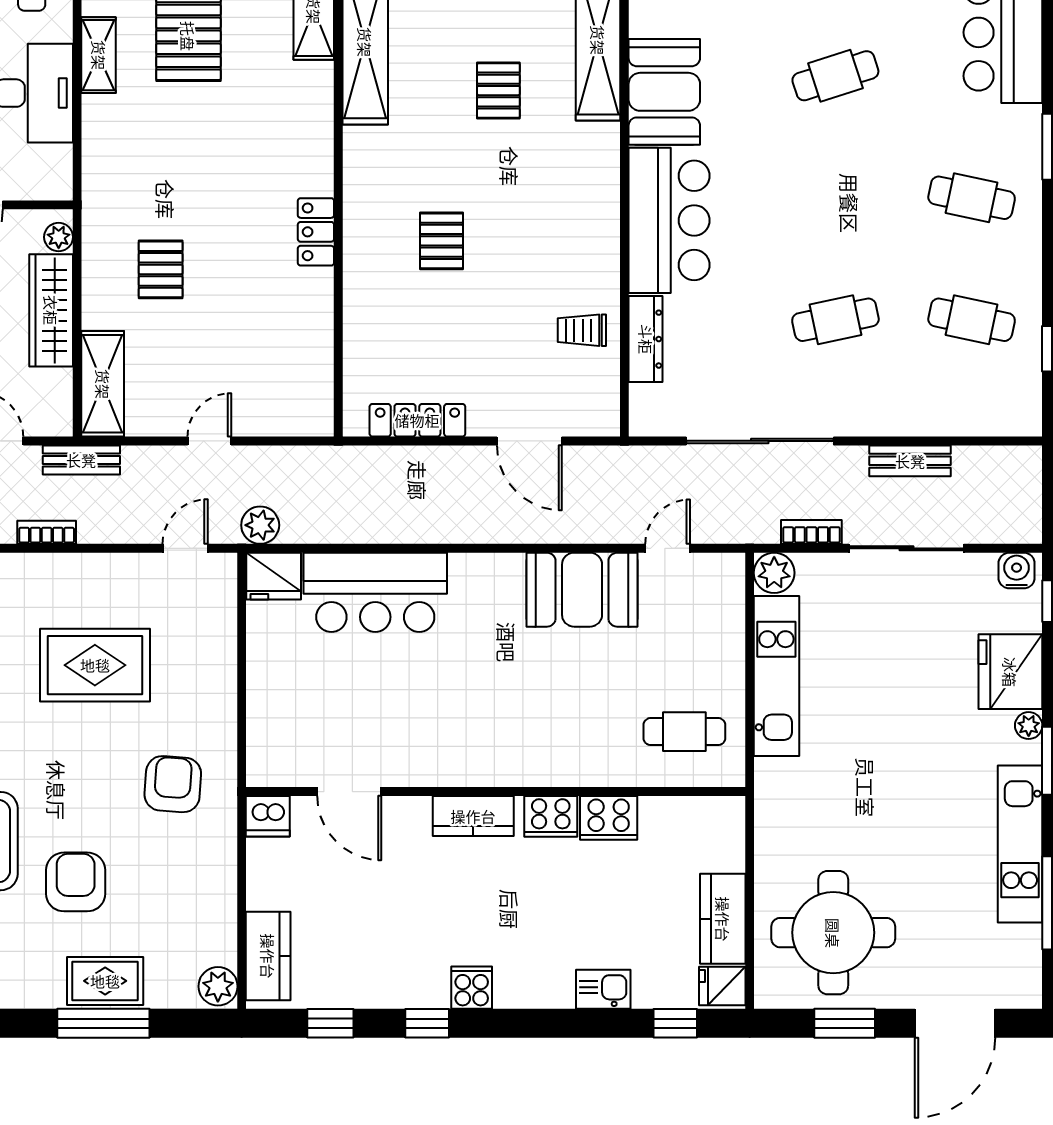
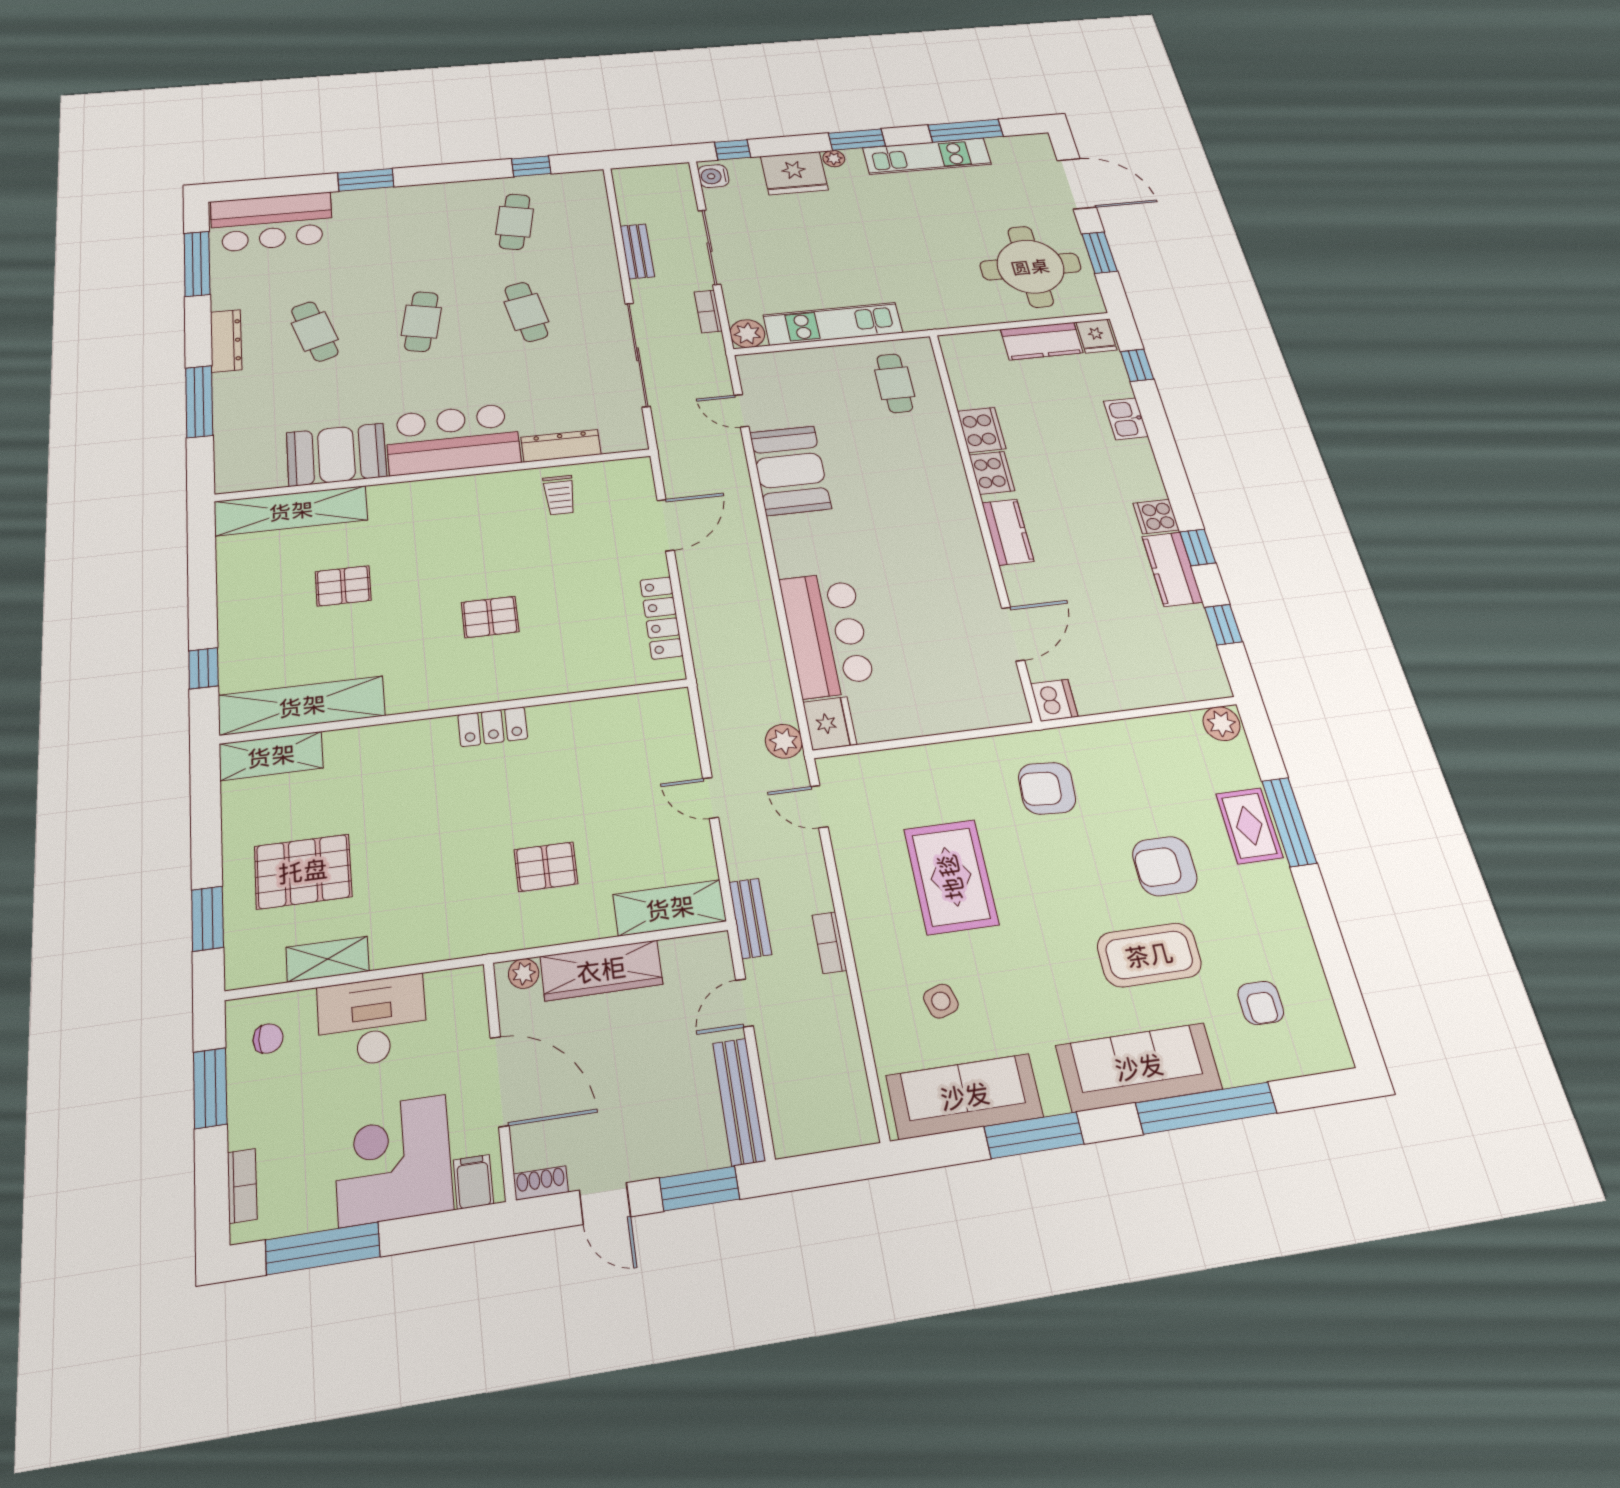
cafe table: (972, 198) -> (421, 322), moved
kitchen counter: (268, 956) -> (1172, 569), moved, turned -90

